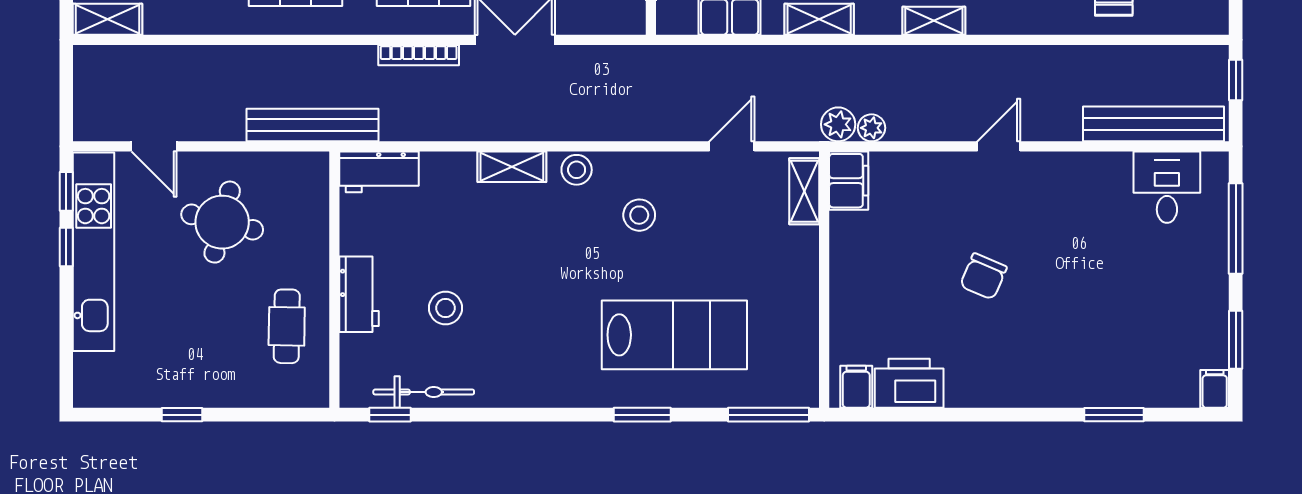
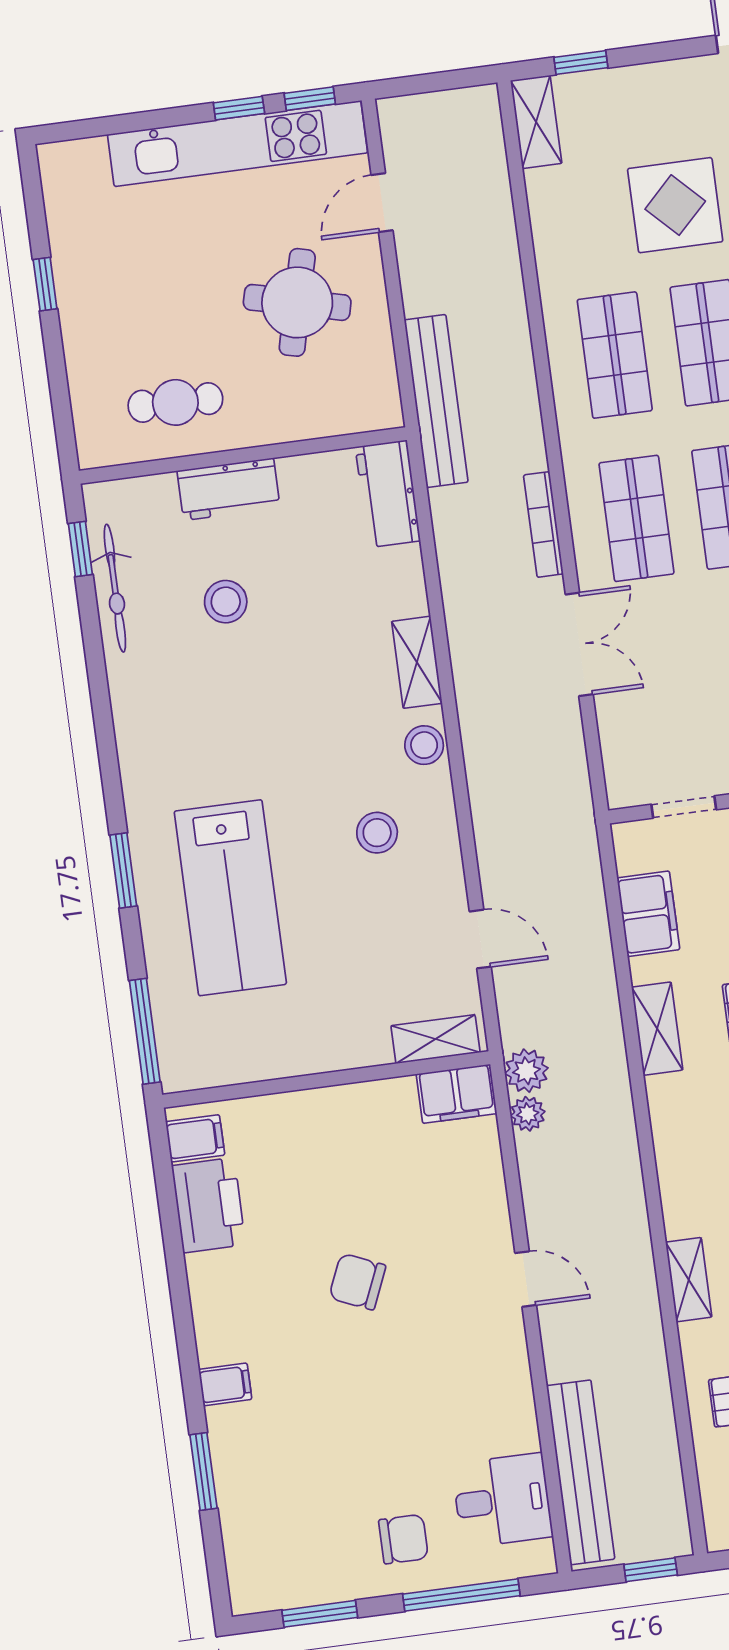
shelving: (934, 21) -> (689, 1280), moved
chair: (1187, 267) -> (403, 1539), added
filing cabinet: (1215, 389) -> (225, 1384), moved

